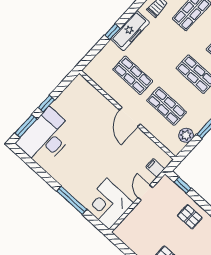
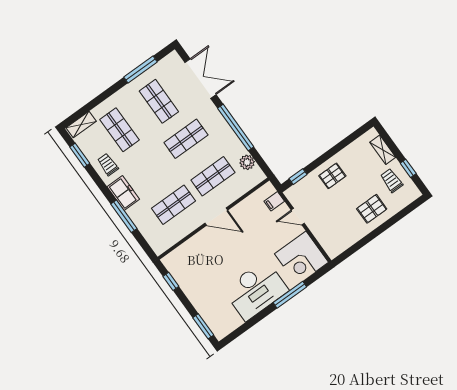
freezer: (130, 31) -> (123, 193), width x0.71
window: (112, 32) -> (124, 216), width x2.17
window: (46, 104) -> (171, 281), moved
desk: (46, 137) -> (256, 290), moved, turned -90

